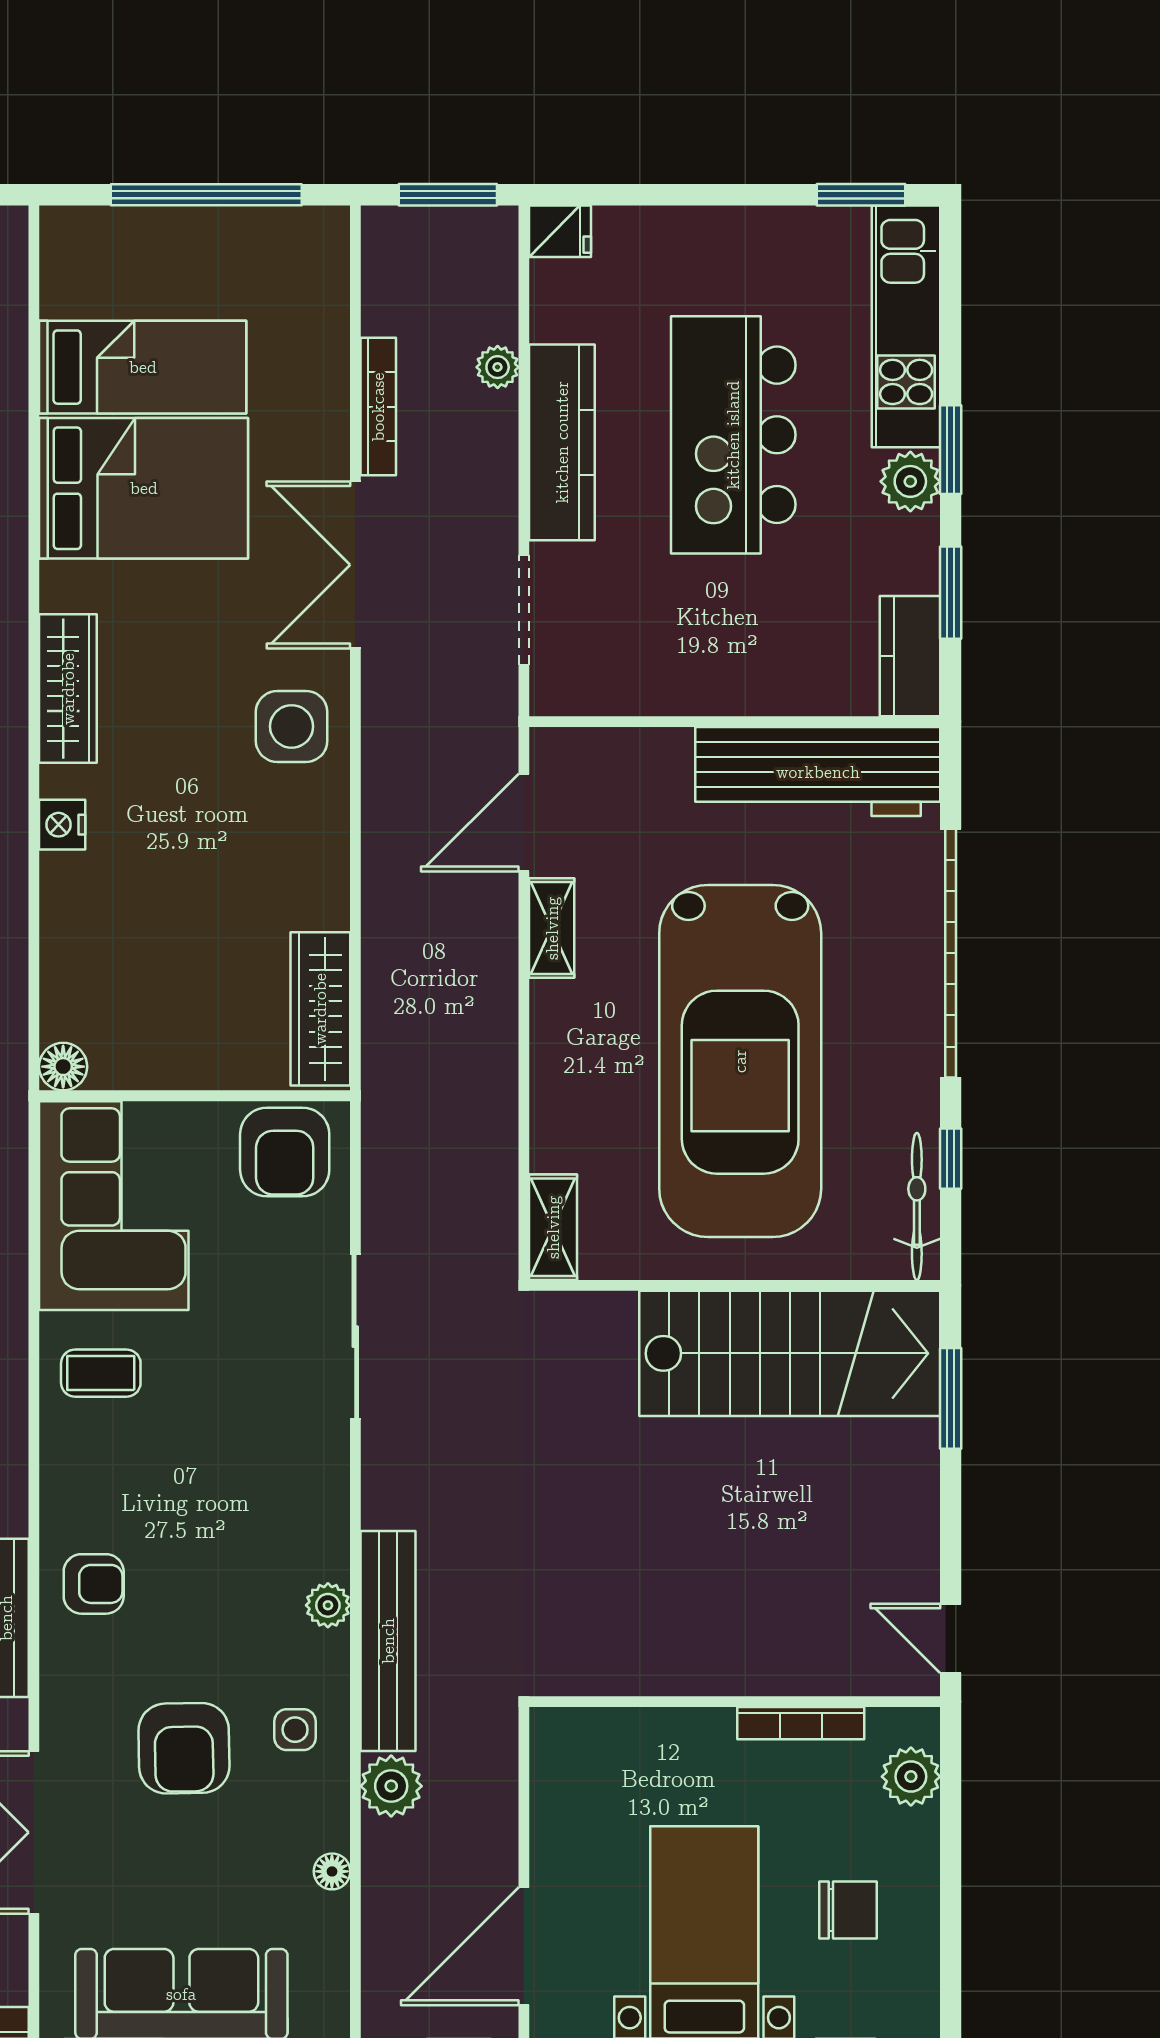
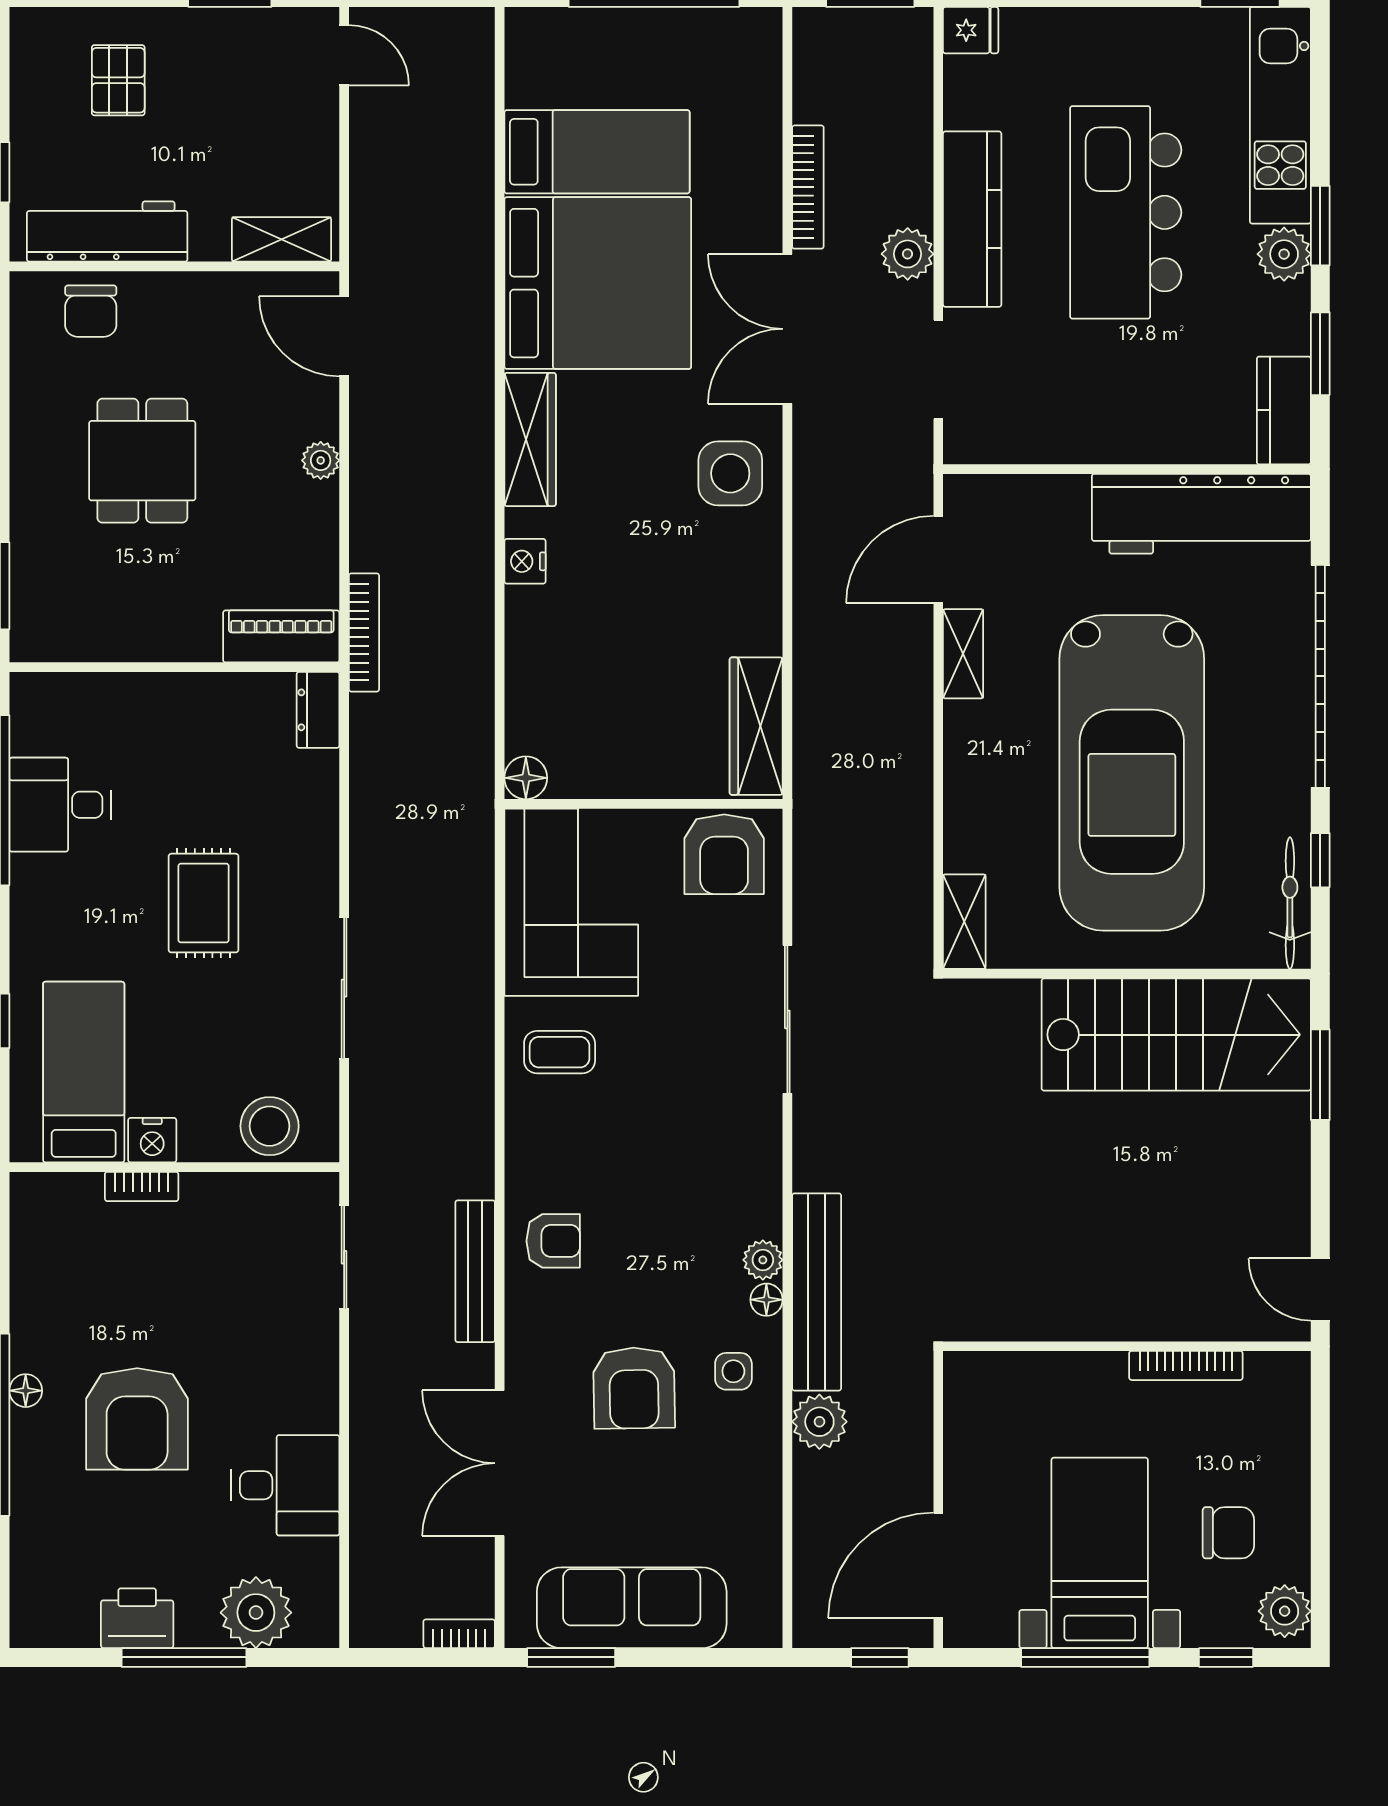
plant: (498, 367) -> (908, 254), moved, width x1.38, depth x1.38
bed: (144, 488) -> (598, 283), width x1.36
plant: (911, 1777) -> (1285, 1611), moved
floor lamp: (332, 1871) -> (766, 1300), moved

